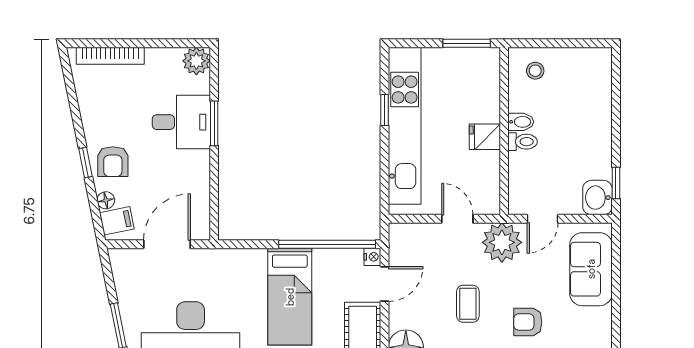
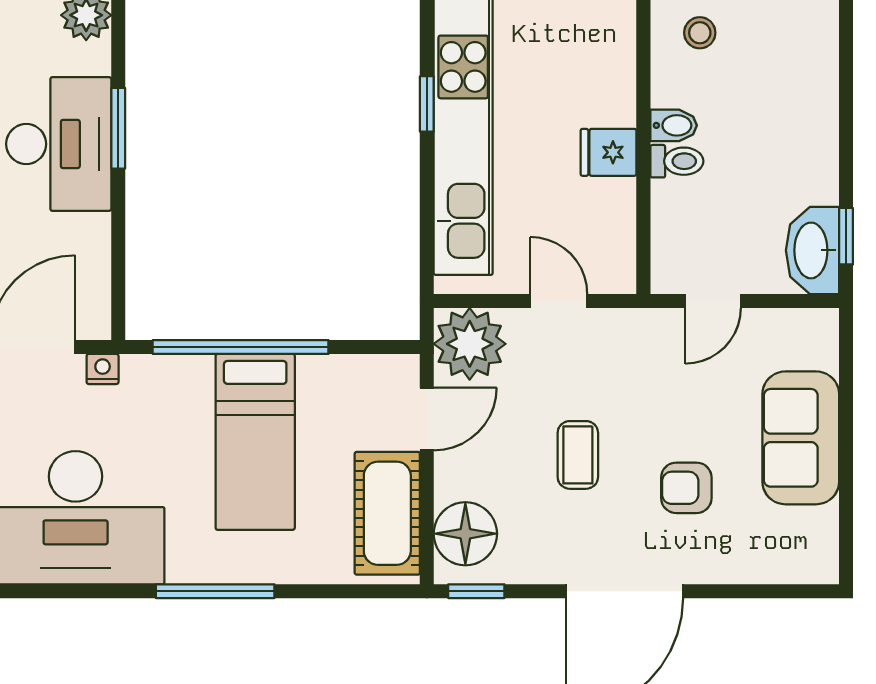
desk: (181, 122) -> (59, 144), width x1.37
washbasin: (597, 198) -> (813, 250), width x1.38
plant: (502, 242) -> (470, 344), moved
window: (327, 244) -> (241, 347), moved
nightstand: (372, 257) -> (103, 369), moved, turned -90
sofa: (591, 269) -> (801, 438), moved

